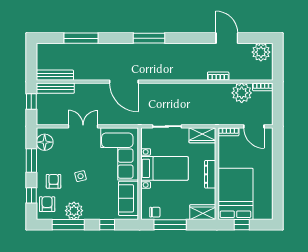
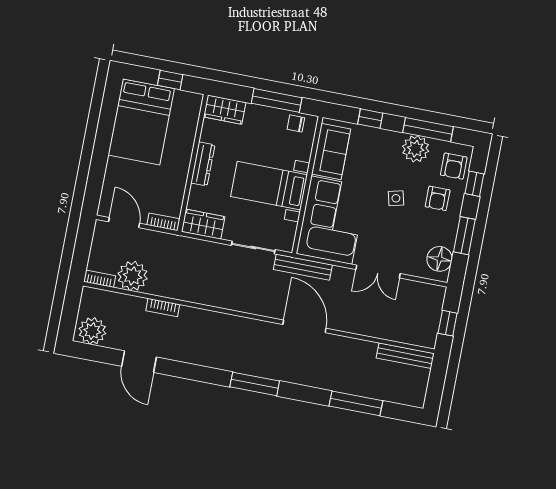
bench: (55, 88) -> (303, 267), moved
bed: (235, 194) -> (141, 122), moved

